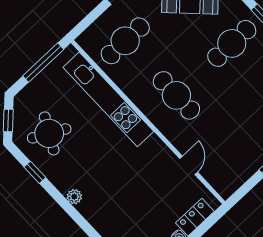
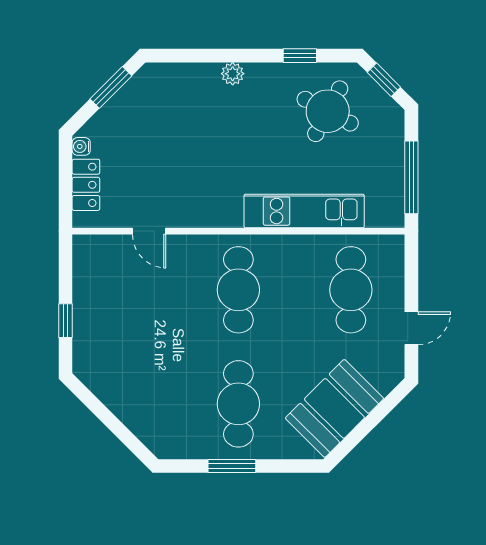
cafe table: (176, 95) -> (238, 290), turned 90
kitchen unit: (108, 99) -> (304, 211), width x0.73

